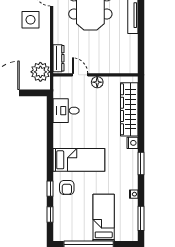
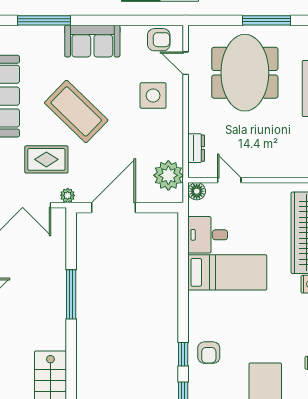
dresser: (59, 58) -> (196, 148), width x0.70
floor lamp: (97, 82) -> (197, 191), moved
bed: (79, 160) -> (227, 272), moved

